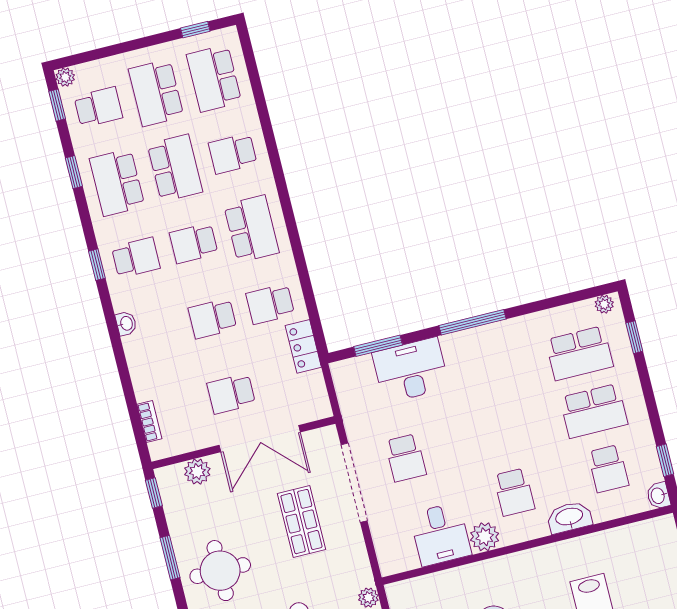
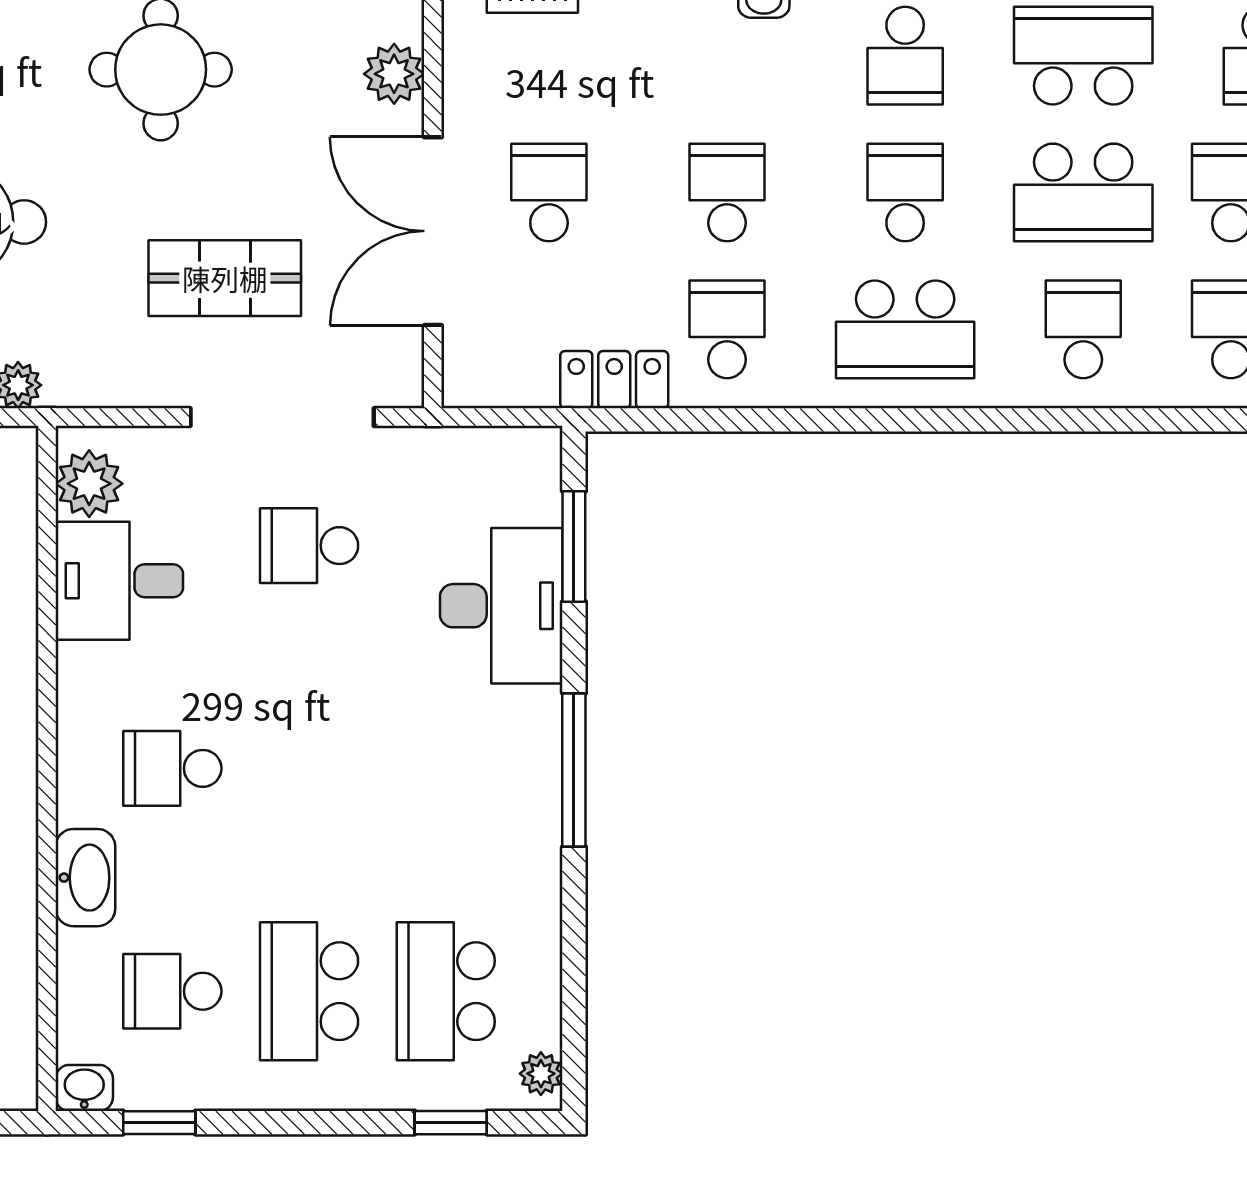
plant: (485, 537) -> (89, 484), moved

